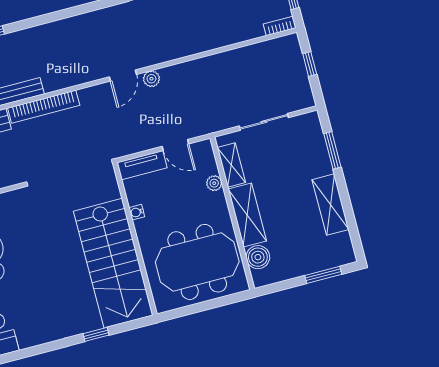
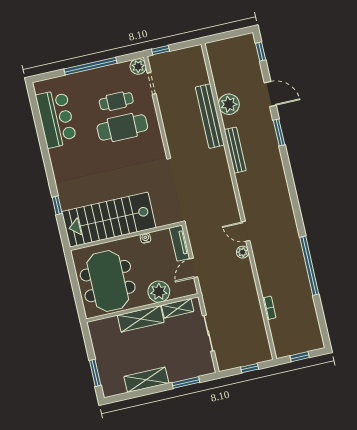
bookcase: (280, 26) -> (269, 308), moved
bookcase: (44, 107) -> (225, 173), removed
plant: (214, 183) -> (159, 292), width x1.88, depth x1.88
boiler: (258, 257) -> (110, 326), removed

